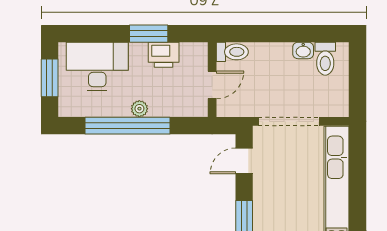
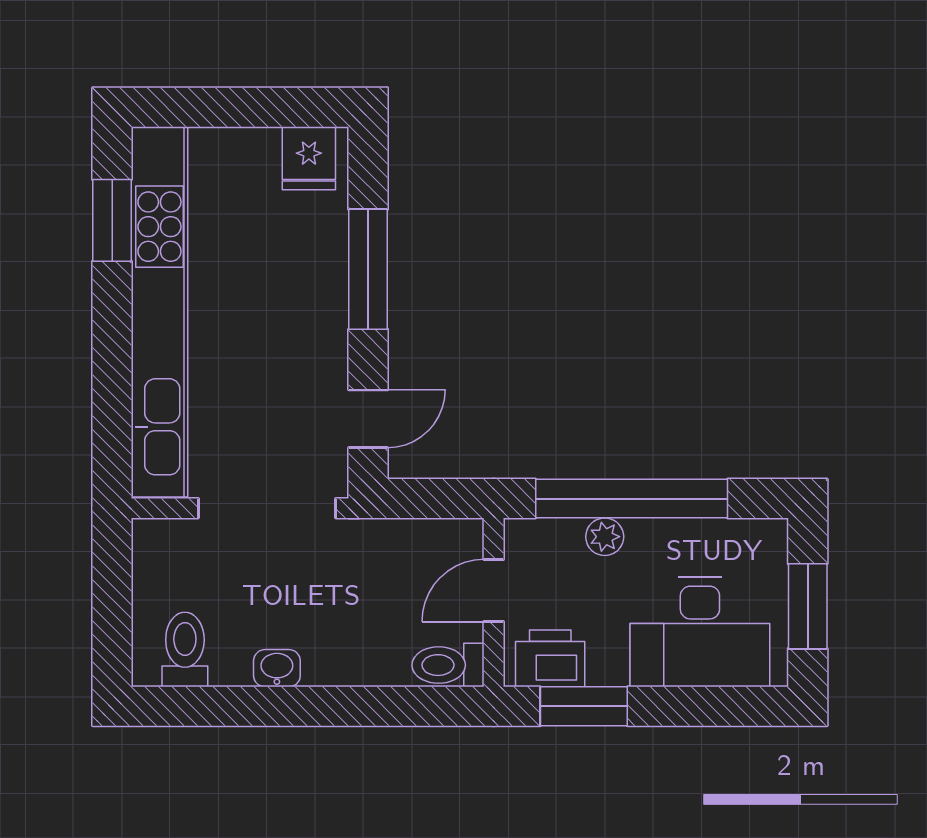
washbasin: (303, 50) -> (277, 668), moved
toilet: (232, 52) -> (448, 665), moved
wall: (212, 80) -> (494, 602), moved
door: (212, 85) -> (494, 591), moved

